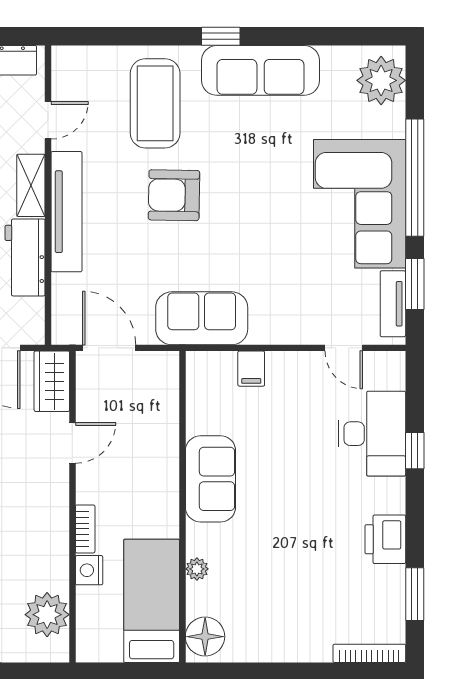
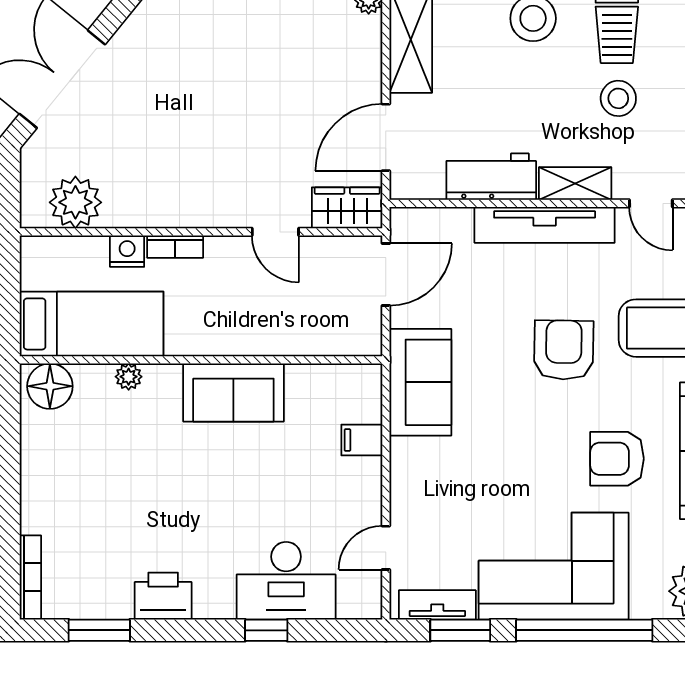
armchair: (267, 149) -> (617, 459), added

